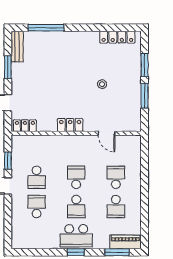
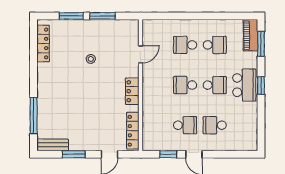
locker: (25, 126) -> (133, 131), width x1.53

